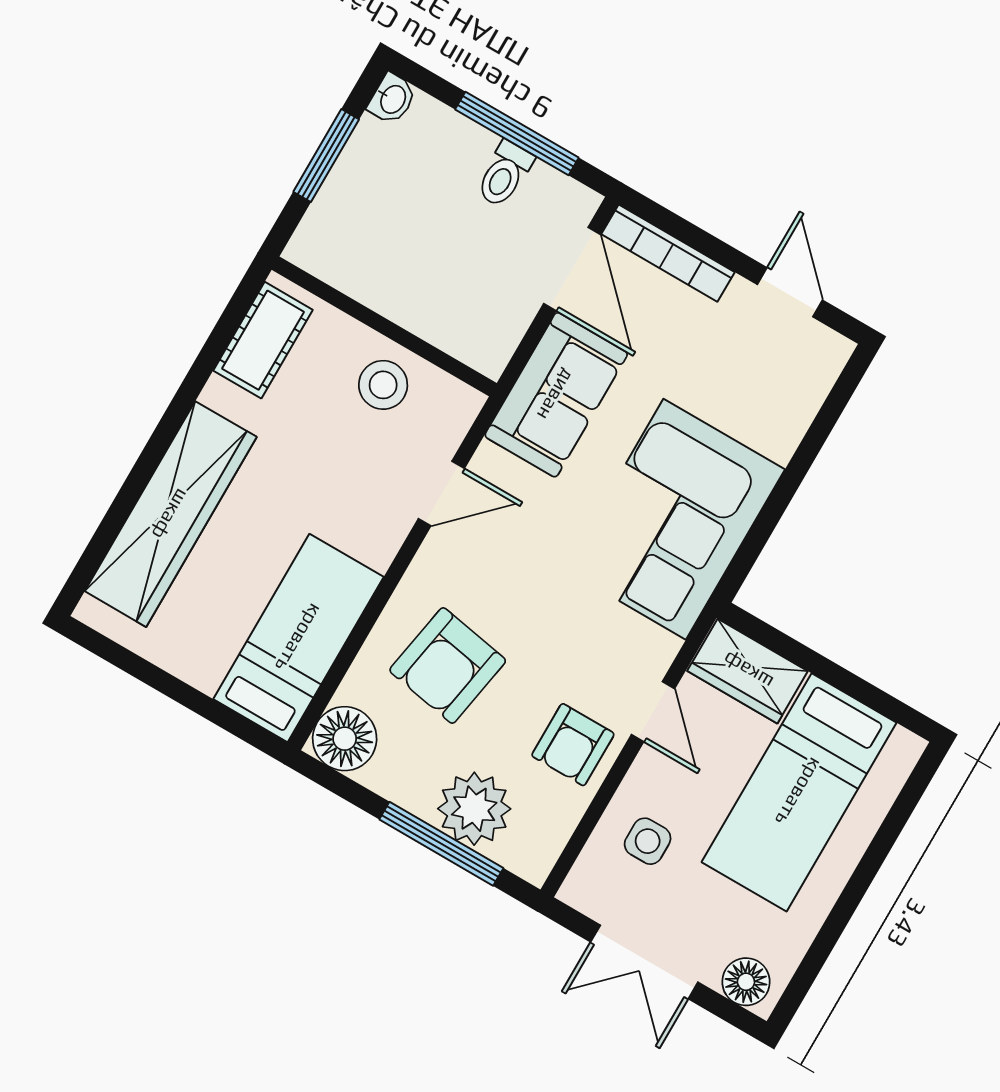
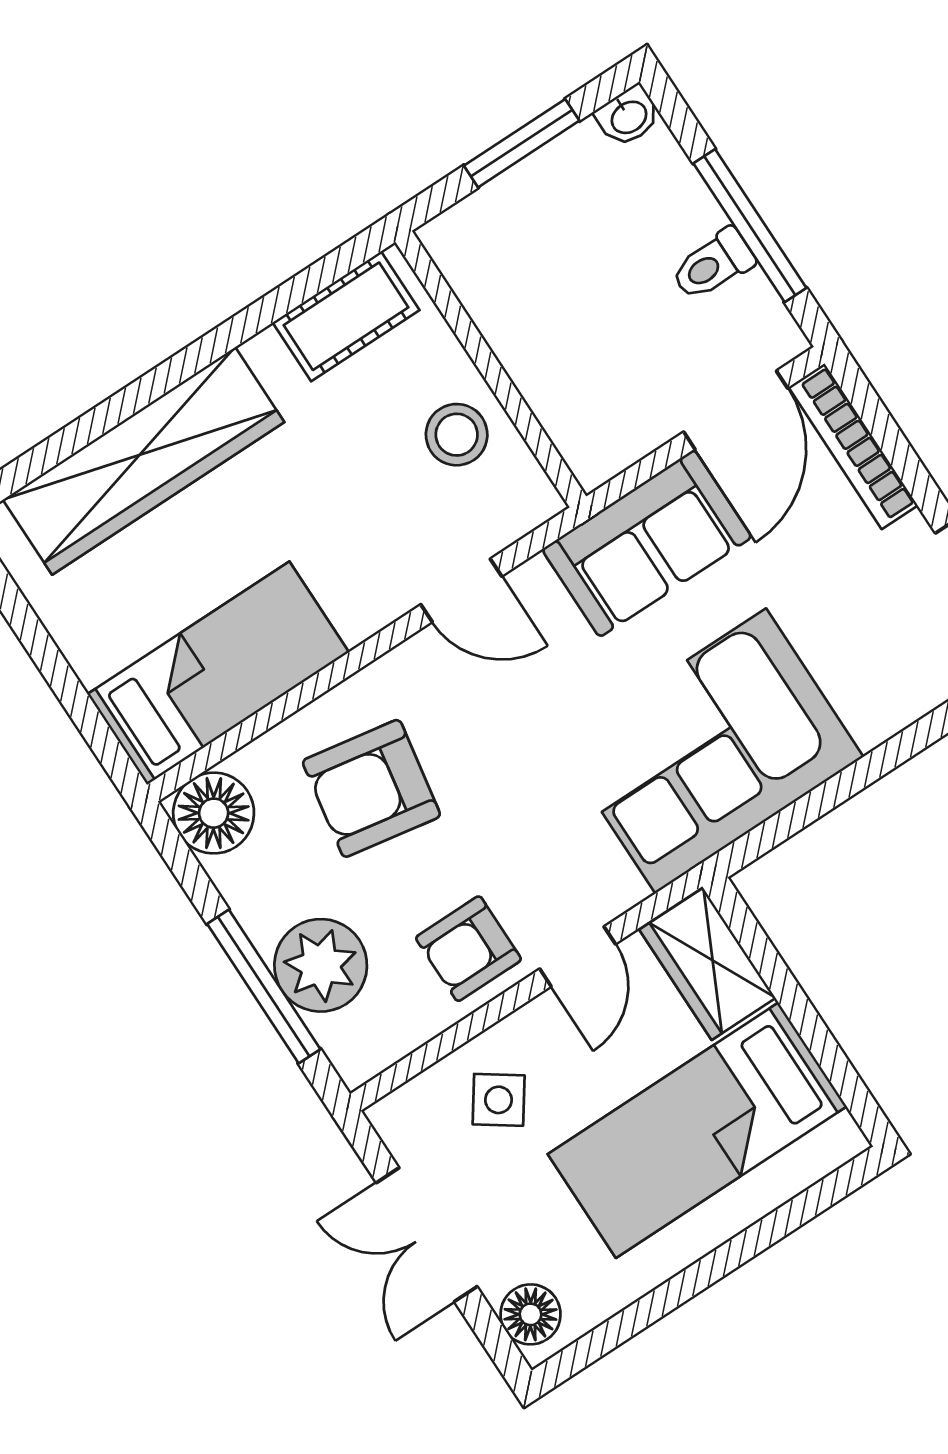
side table: (648, 841) -> (499, 1100), turned 35

